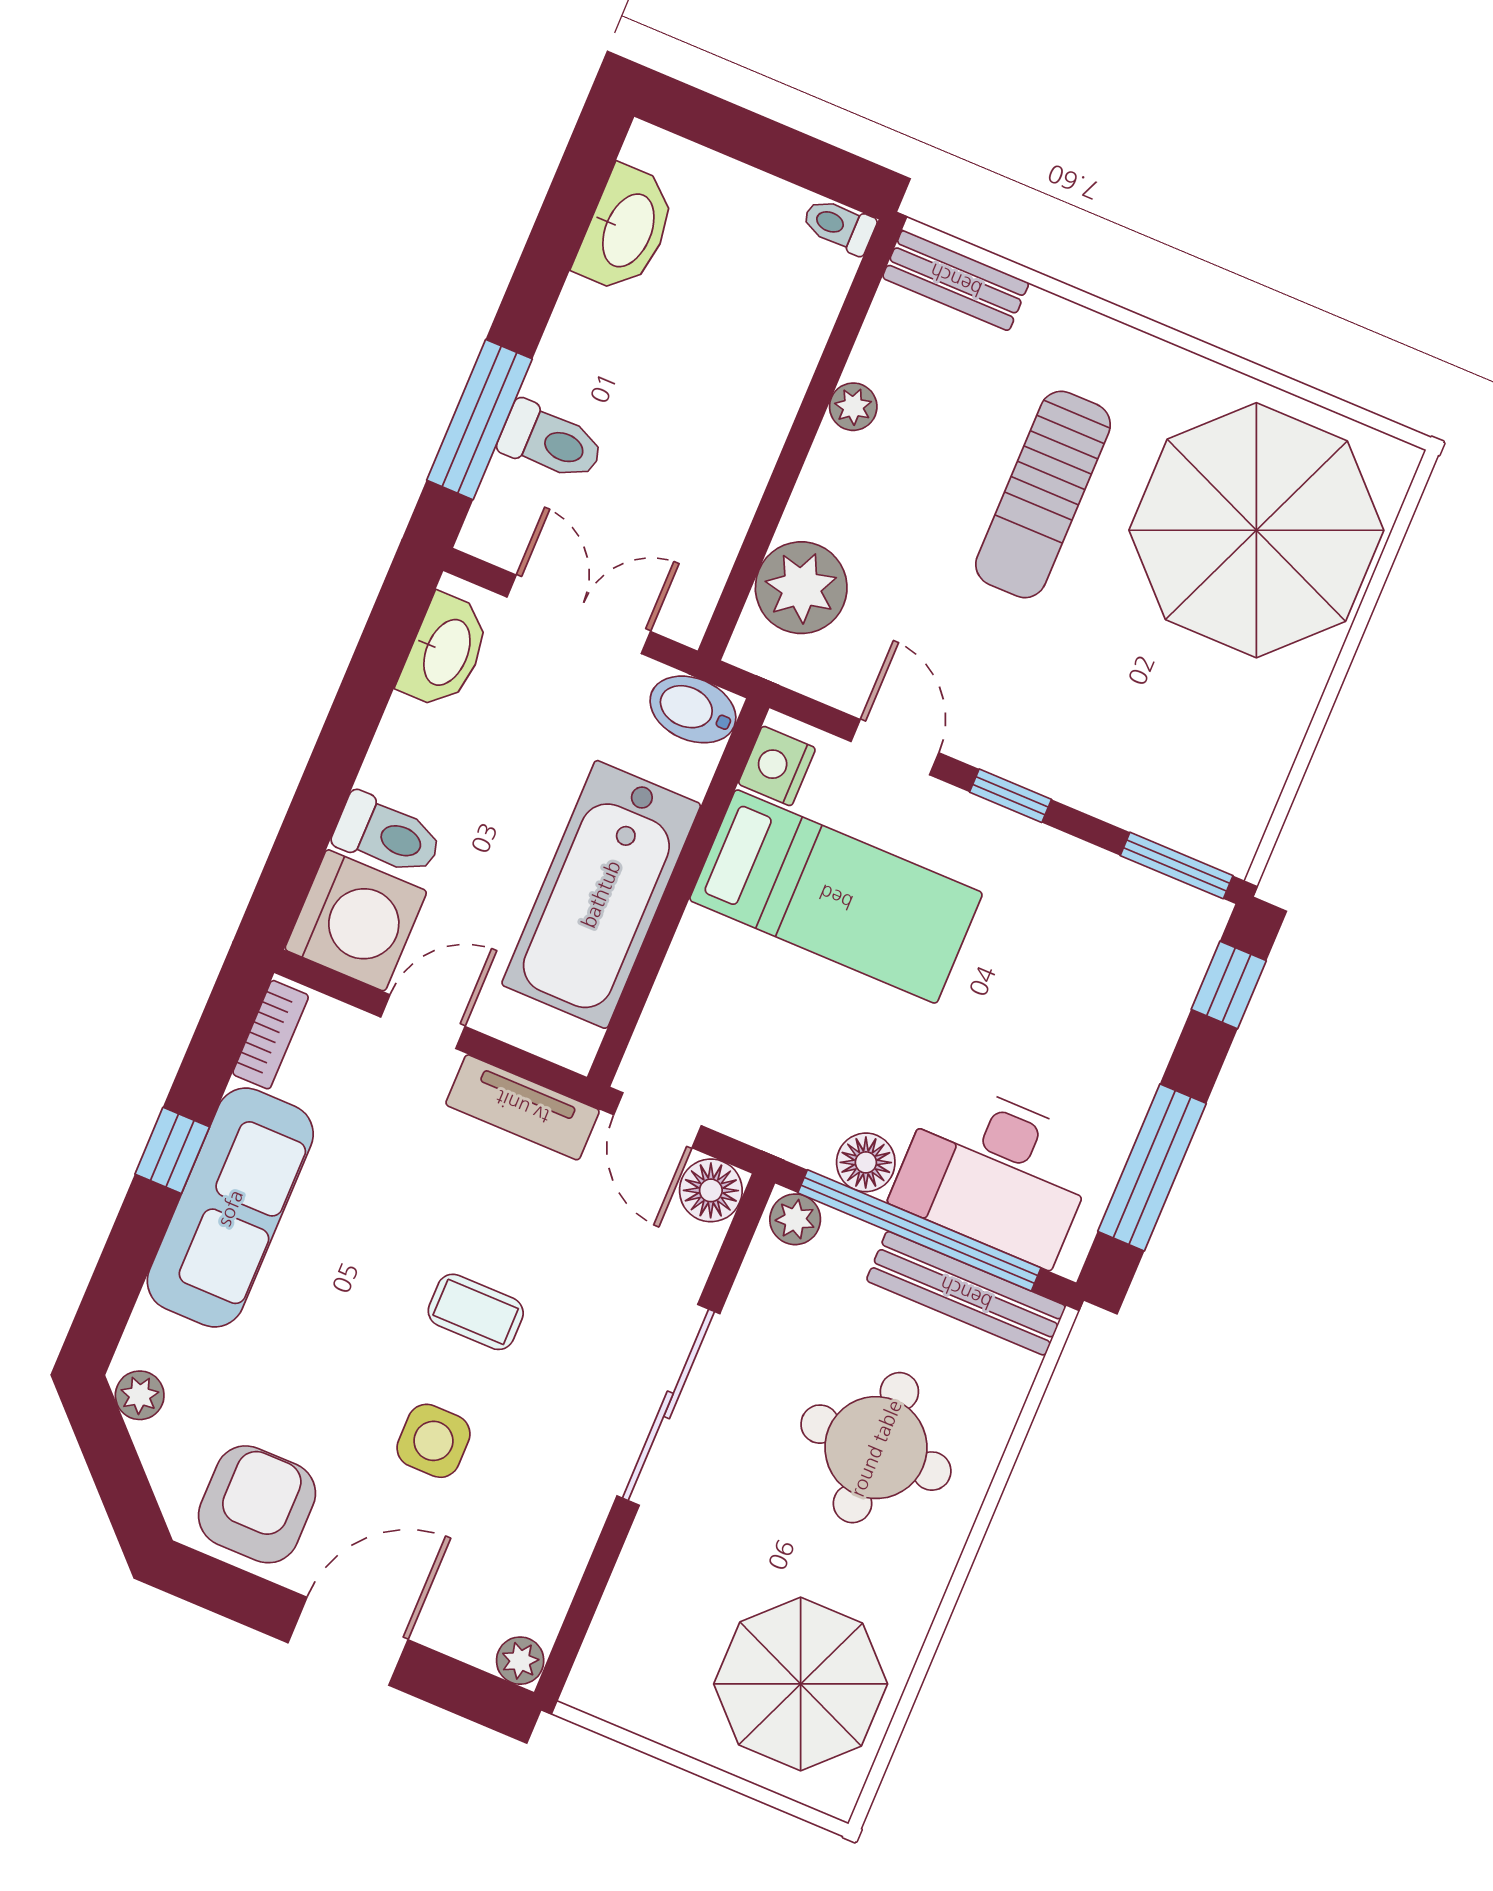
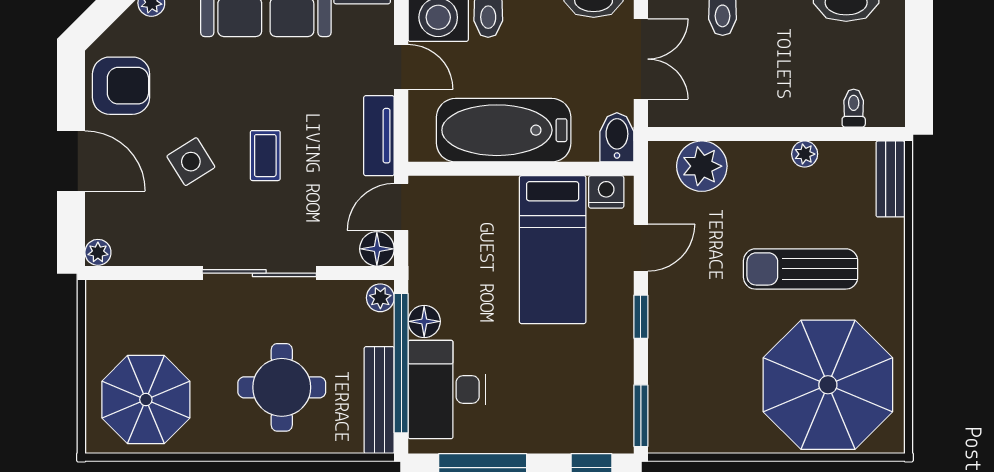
toilet: (839, 226) -> (854, 108), moved
side table: (433, 1441) -> (191, 162), turned -32

